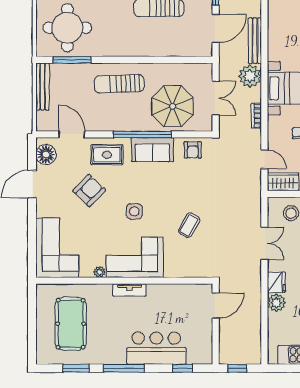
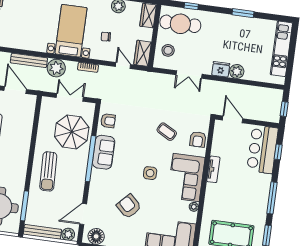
plant: (44, 119) -> (68, 234), added
rug: (107, 155) -> (103, 189), removed
door: (264, 159) -> (123, 66), hinge flipped
double door: (264, 244) -> (189, 75), swing flipped
armchair: (185, 266) -> (198, 139), added
tv unit: (129, 290) -> (213, 169), moved
bar counter: (156, 348) -> (262, 149), moved

